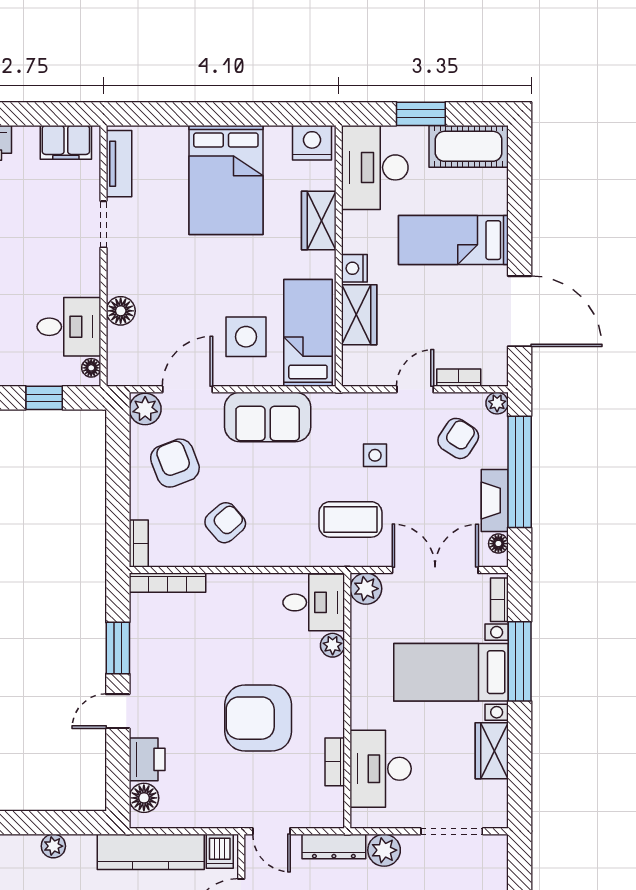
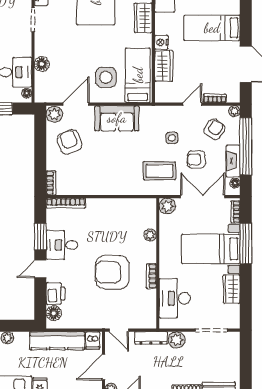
armchair: (225, 523) -> (196, 160), moved, turned -139
desk: (314, 602) -> (62, 245), moved, turned 180
bookcase: (335, 762) -> (151, 276), moved

